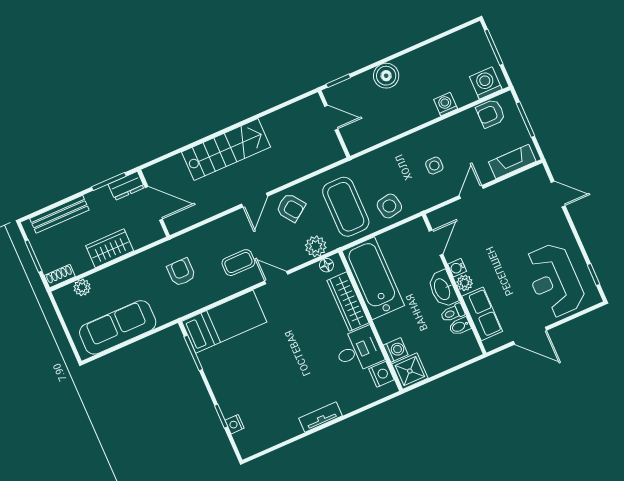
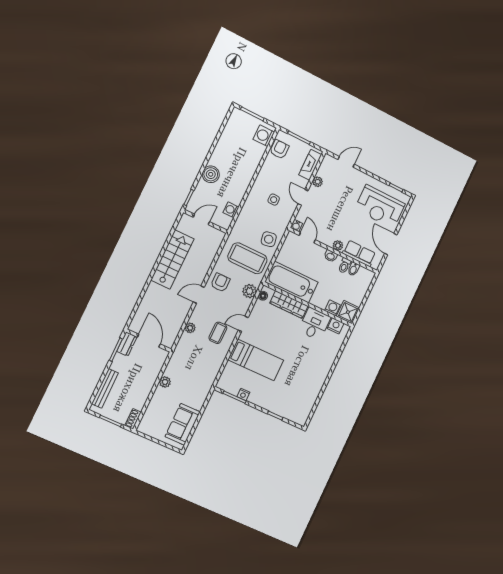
washing machine: (446, 104) -> (231, 210), moved
armchair: (491, 113) -> (279, 149), turned 180
stairs: (226, 149) -> (172, 259), moved
plant: (504, 188) -> (318, 182), added
door: (255, 200) -> (199, 295), swing flipped
door: (154, 203) -> (149, 341), hinge flipped
armchair: (291, 208) -> (220, 283), turned -54
plant: (212, 229) -> (190, 328), added
wardrobe: (110, 248) -> (146, 383), removed
water cooler: (457, 268) -> (296, 226), moved
armchair: (181, 272) -> (193, 363), removed
plant: (82, 287) -> (165, 382), moved
washbasin: (443, 289) -> (331, 256), width x0.52, depth x0.69
bed: (224, 322) -> (256, 360), moved, turned 90
sofa: (118, 327) -> (183, 424), width x0.73
door: (530, 336) -> (391, 244), swing flipped
tv unit: (320, 417) -> (324, 373), removed
nightstand: (235, 424) -> (243, 394), moved

